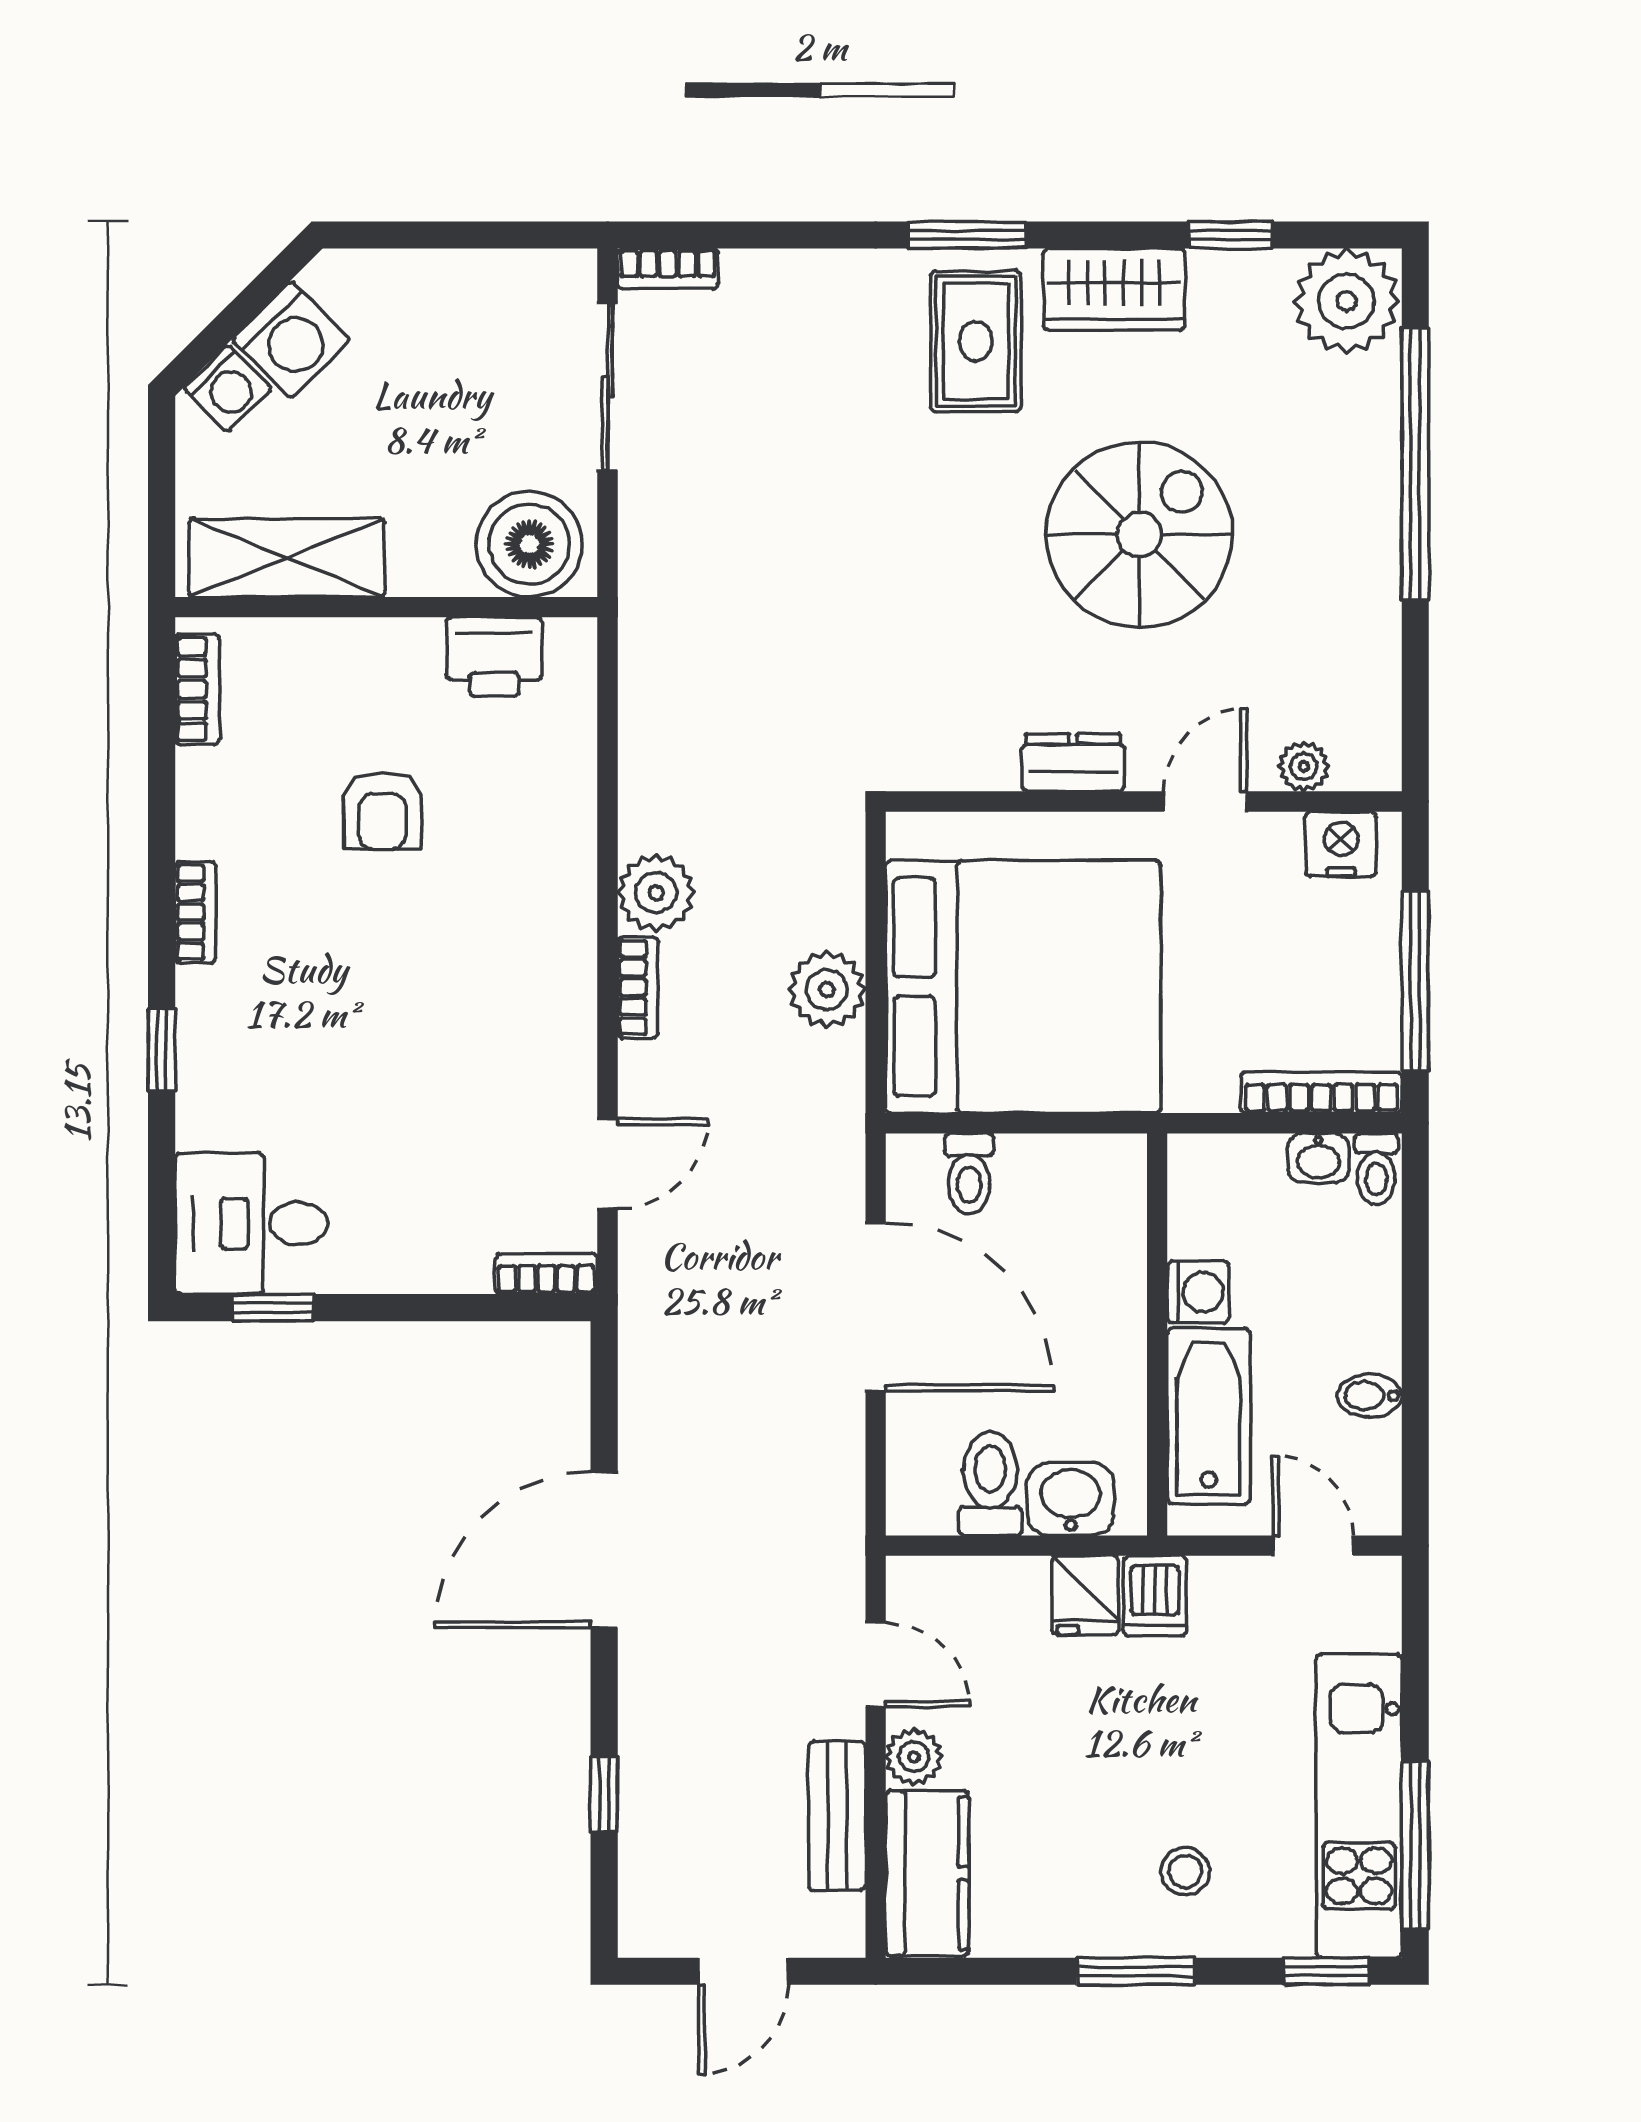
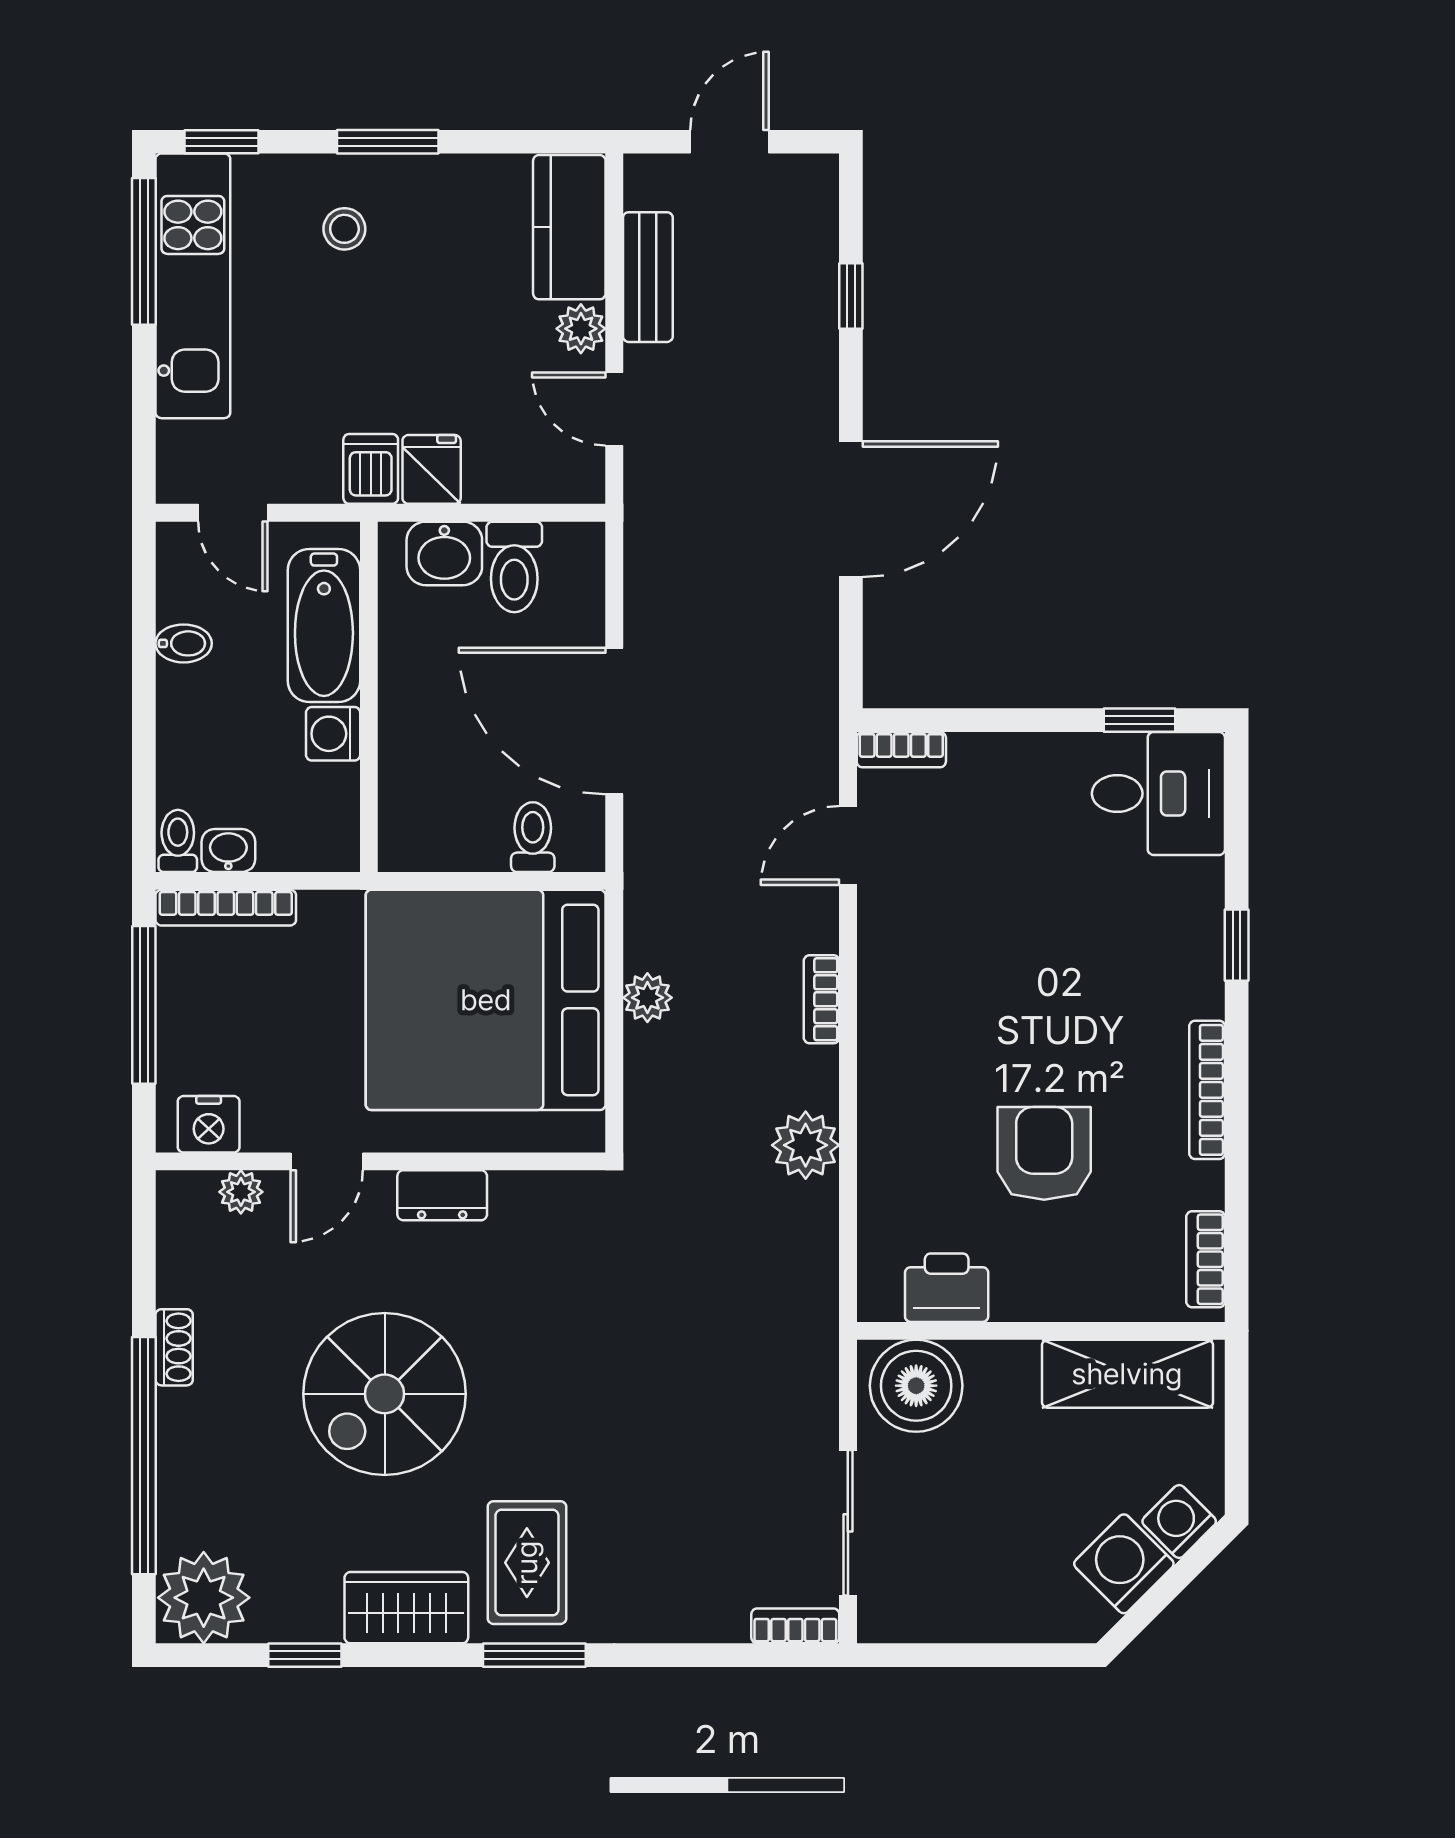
shoe rack: (1381, 588) -> (174, 1347), added
armchair: (382, 811) -> (1044, 1153), width x1.38, depth x1.38
plant: (656, 893) -> (806, 1145), moved
bookcase: (195, 912) -> (1207, 1090), width x1.56
plant: (827, 989) -> (647, 998), width x0.73, depth x0.73

